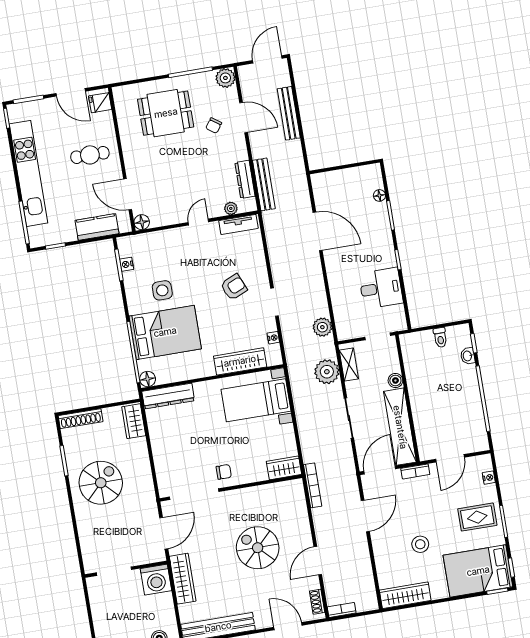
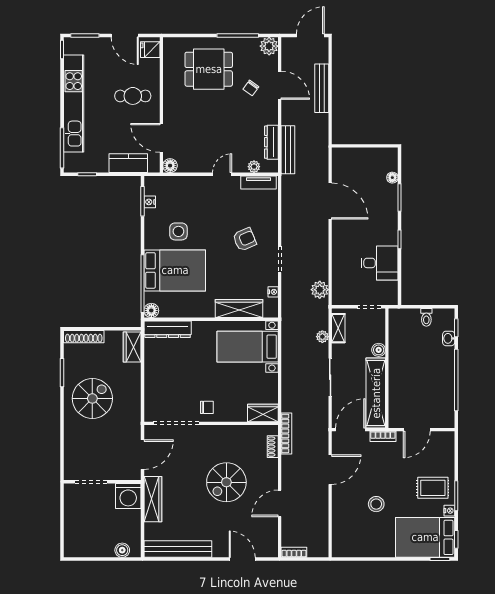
plant: (327, 372) -> (322, 337), width x0.53, depth x0.53
nightstand: (489, 478) -> (449, 511), moved
spiral stairs: (258, 548) -> (226, 482), turned -90
wardrobe: (405, 595) -> (355, 549), removed
shoe rack: (317, 602) -> (273, 447), moved

